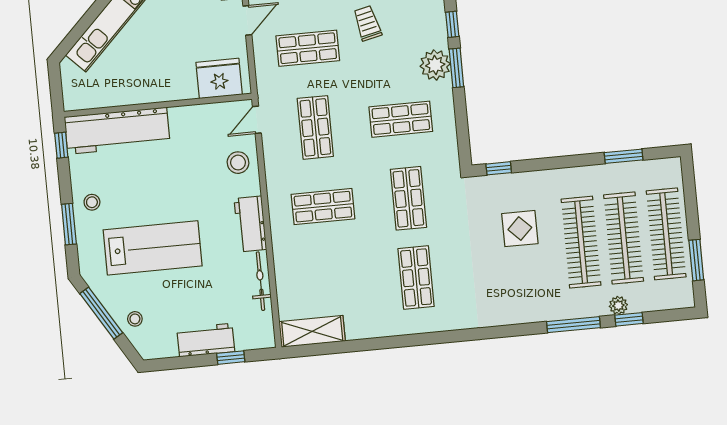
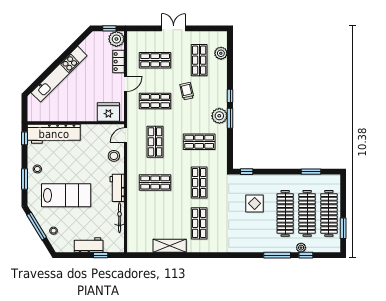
shelving: (312, 331) -> (170, 246), moved

